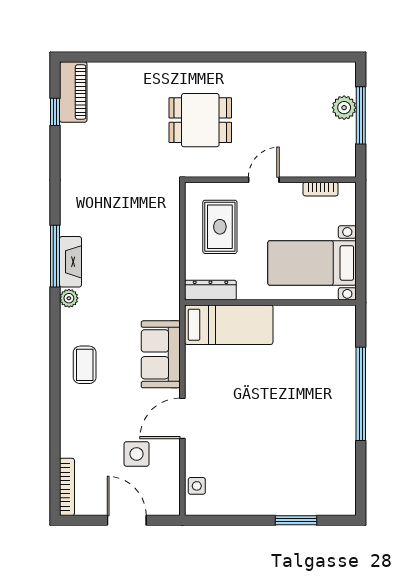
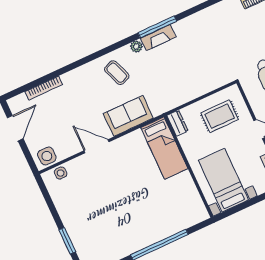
dresser: (210, 290) -> (178, 123), width x0.70
coffee table: (85, 365) -> (117, 73), moved, turned 69
side table: (137, 454) -> (47, 156), moved
bookcase: (67, 487) -> (44, 88), moved
door: (127, 520) -> (15, 128), moved

